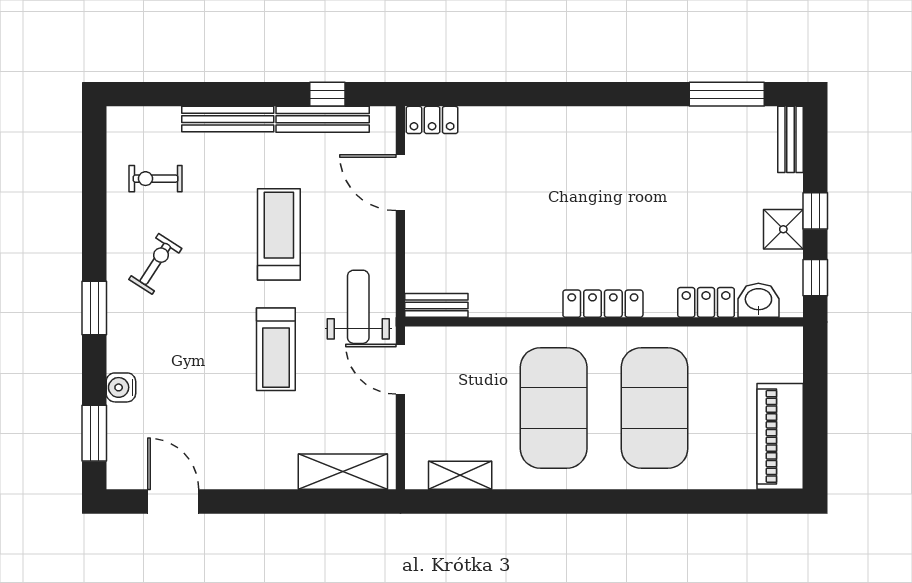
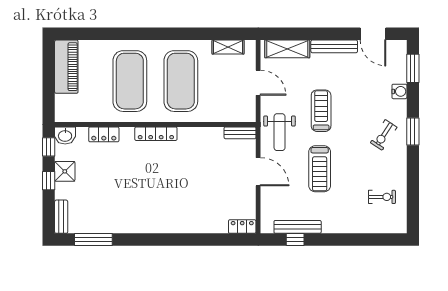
bench: (228, 119) -> (334, 46), moved
door: (400, 183) -> (258, 172), moved
exercise bike: (155, 264) -> (384, 135), moved
washbasin: (758, 300) -> (65, 135), moved
door: (400, 369) -> (258, 83), moved

